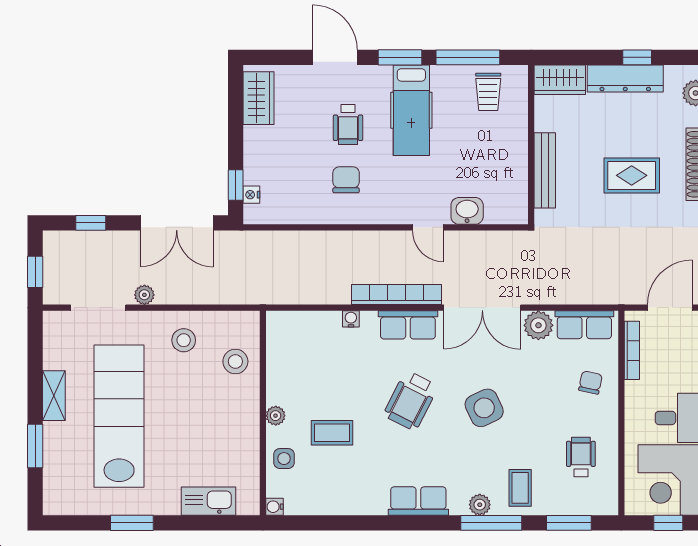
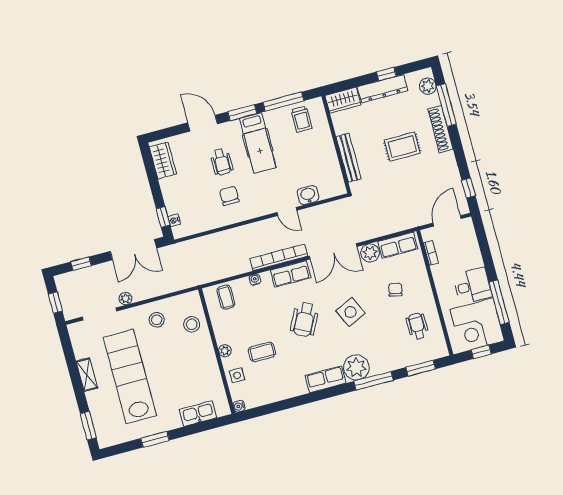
bookcase: (632, 350) -> (431, 253), width x0.64
chair: (590, 382) -> (395, 290), moved
window: (35, 446) -> (88, 426), moved
coffee table: (520, 488) -> (226, 297), moved
plant: (480, 505) -> (356, 367), width x1.87, depth x1.87

